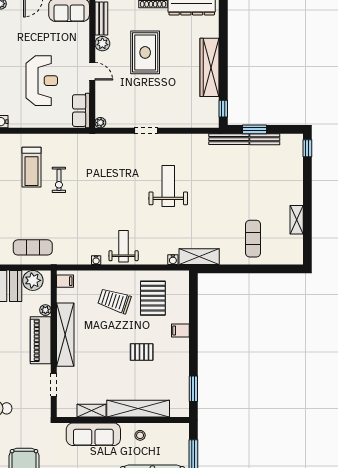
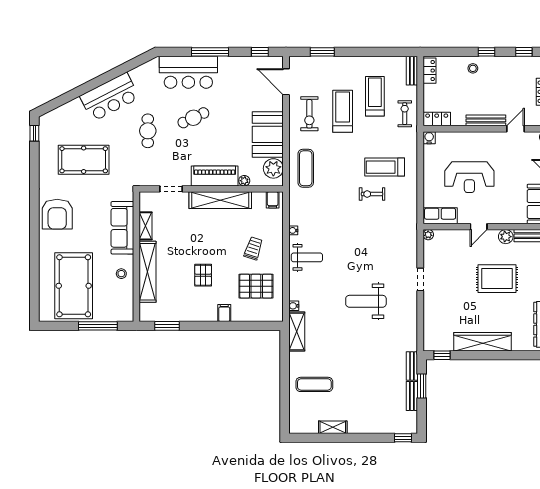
bench: (229, 139) -> (412, 366), width x0.73
weight bench: (168, 186) -> (366, 301), turned 180
trolley: (114, 301) -> (253, 248), width x0.73, depth x0.72

